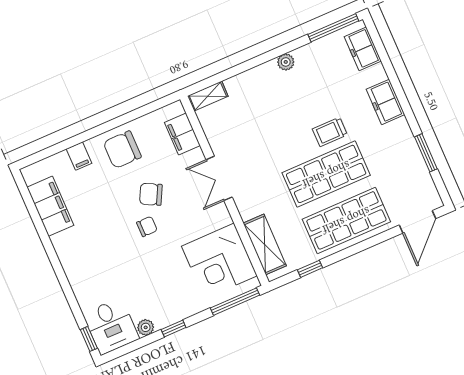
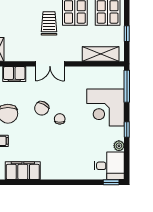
trolley: (276, 152) -> (49, 23), added
corner desk: (219, 261) -> (106, 107), moved, turned 90

